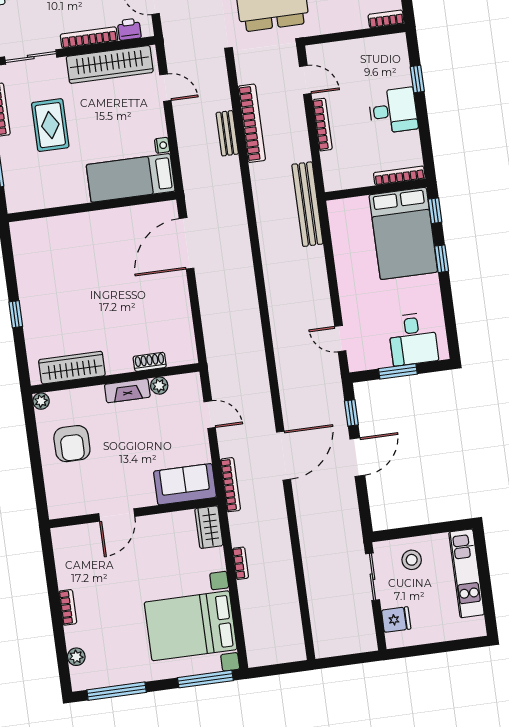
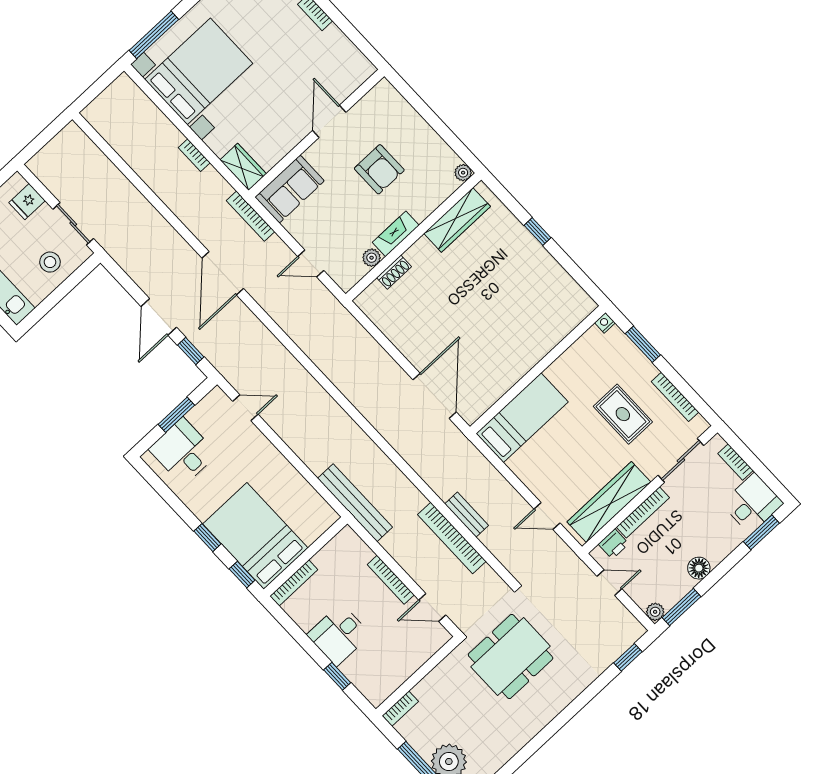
nightstand: (162, 145) -> (605, 323), moved, turned 90
armchair: (72, 444) -> (379, 169), moved, turned 180

